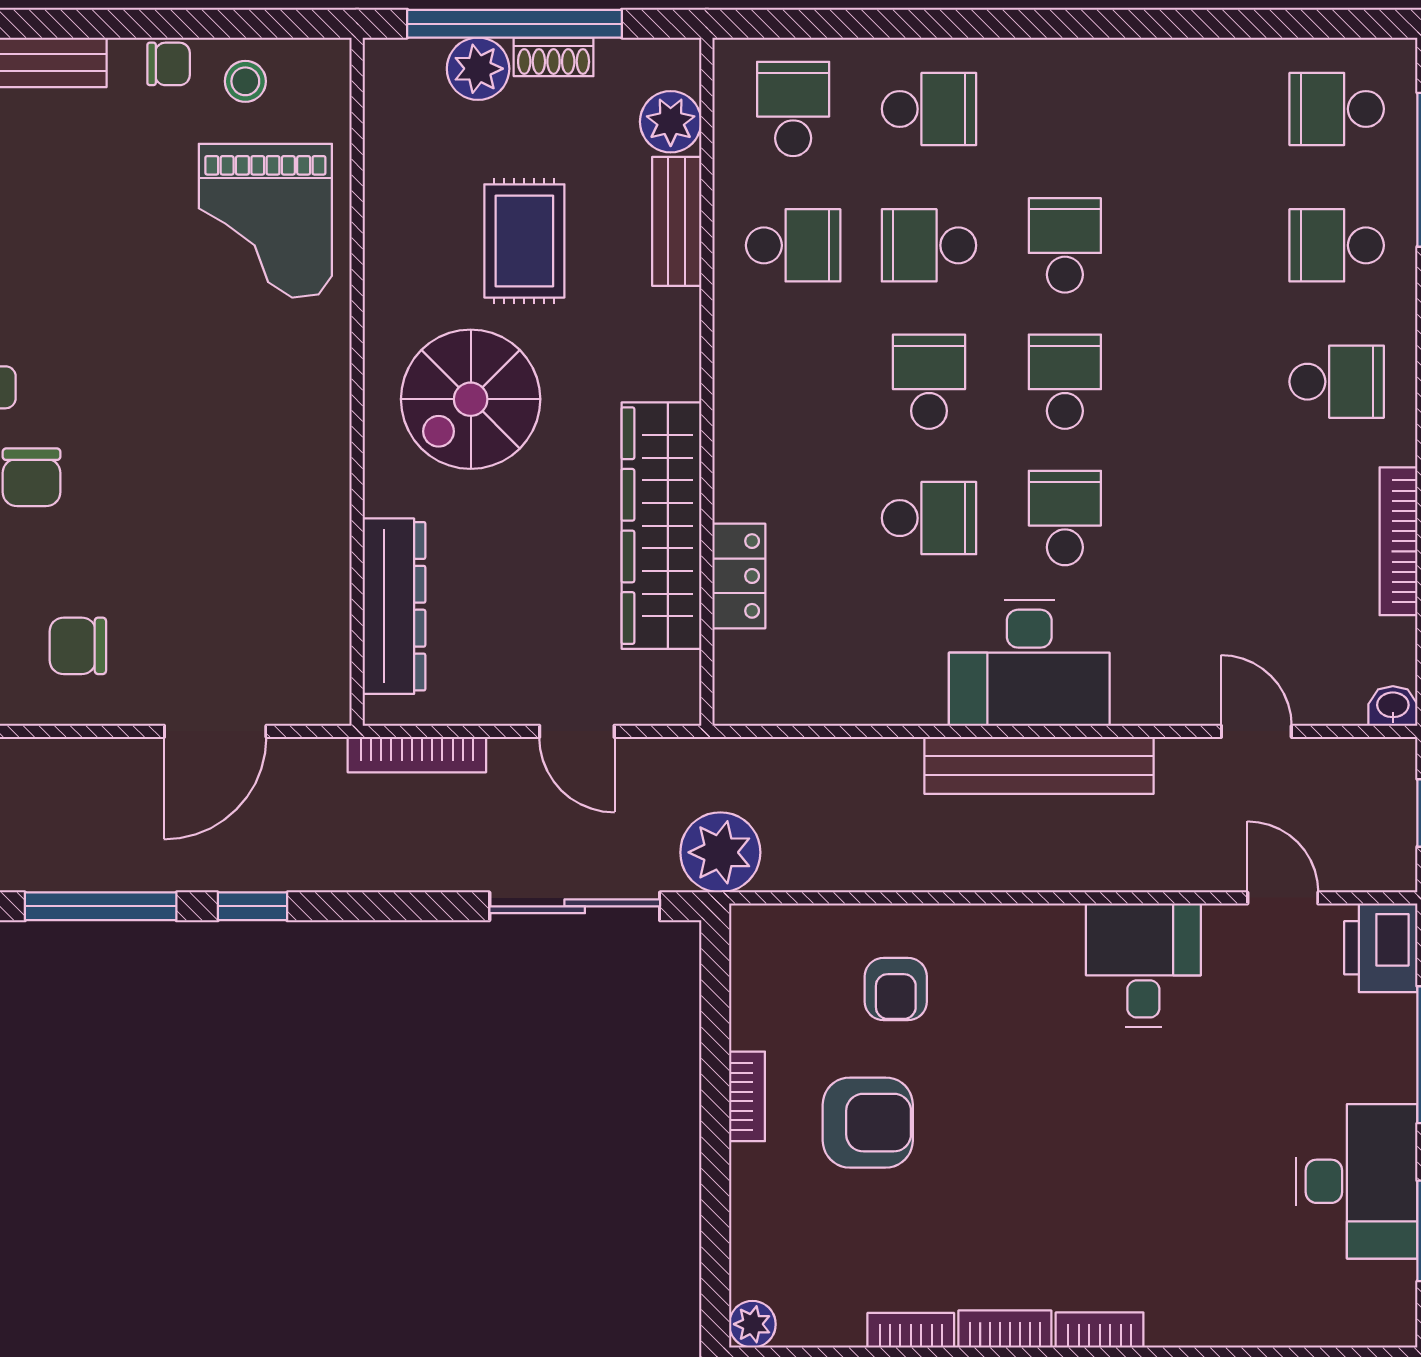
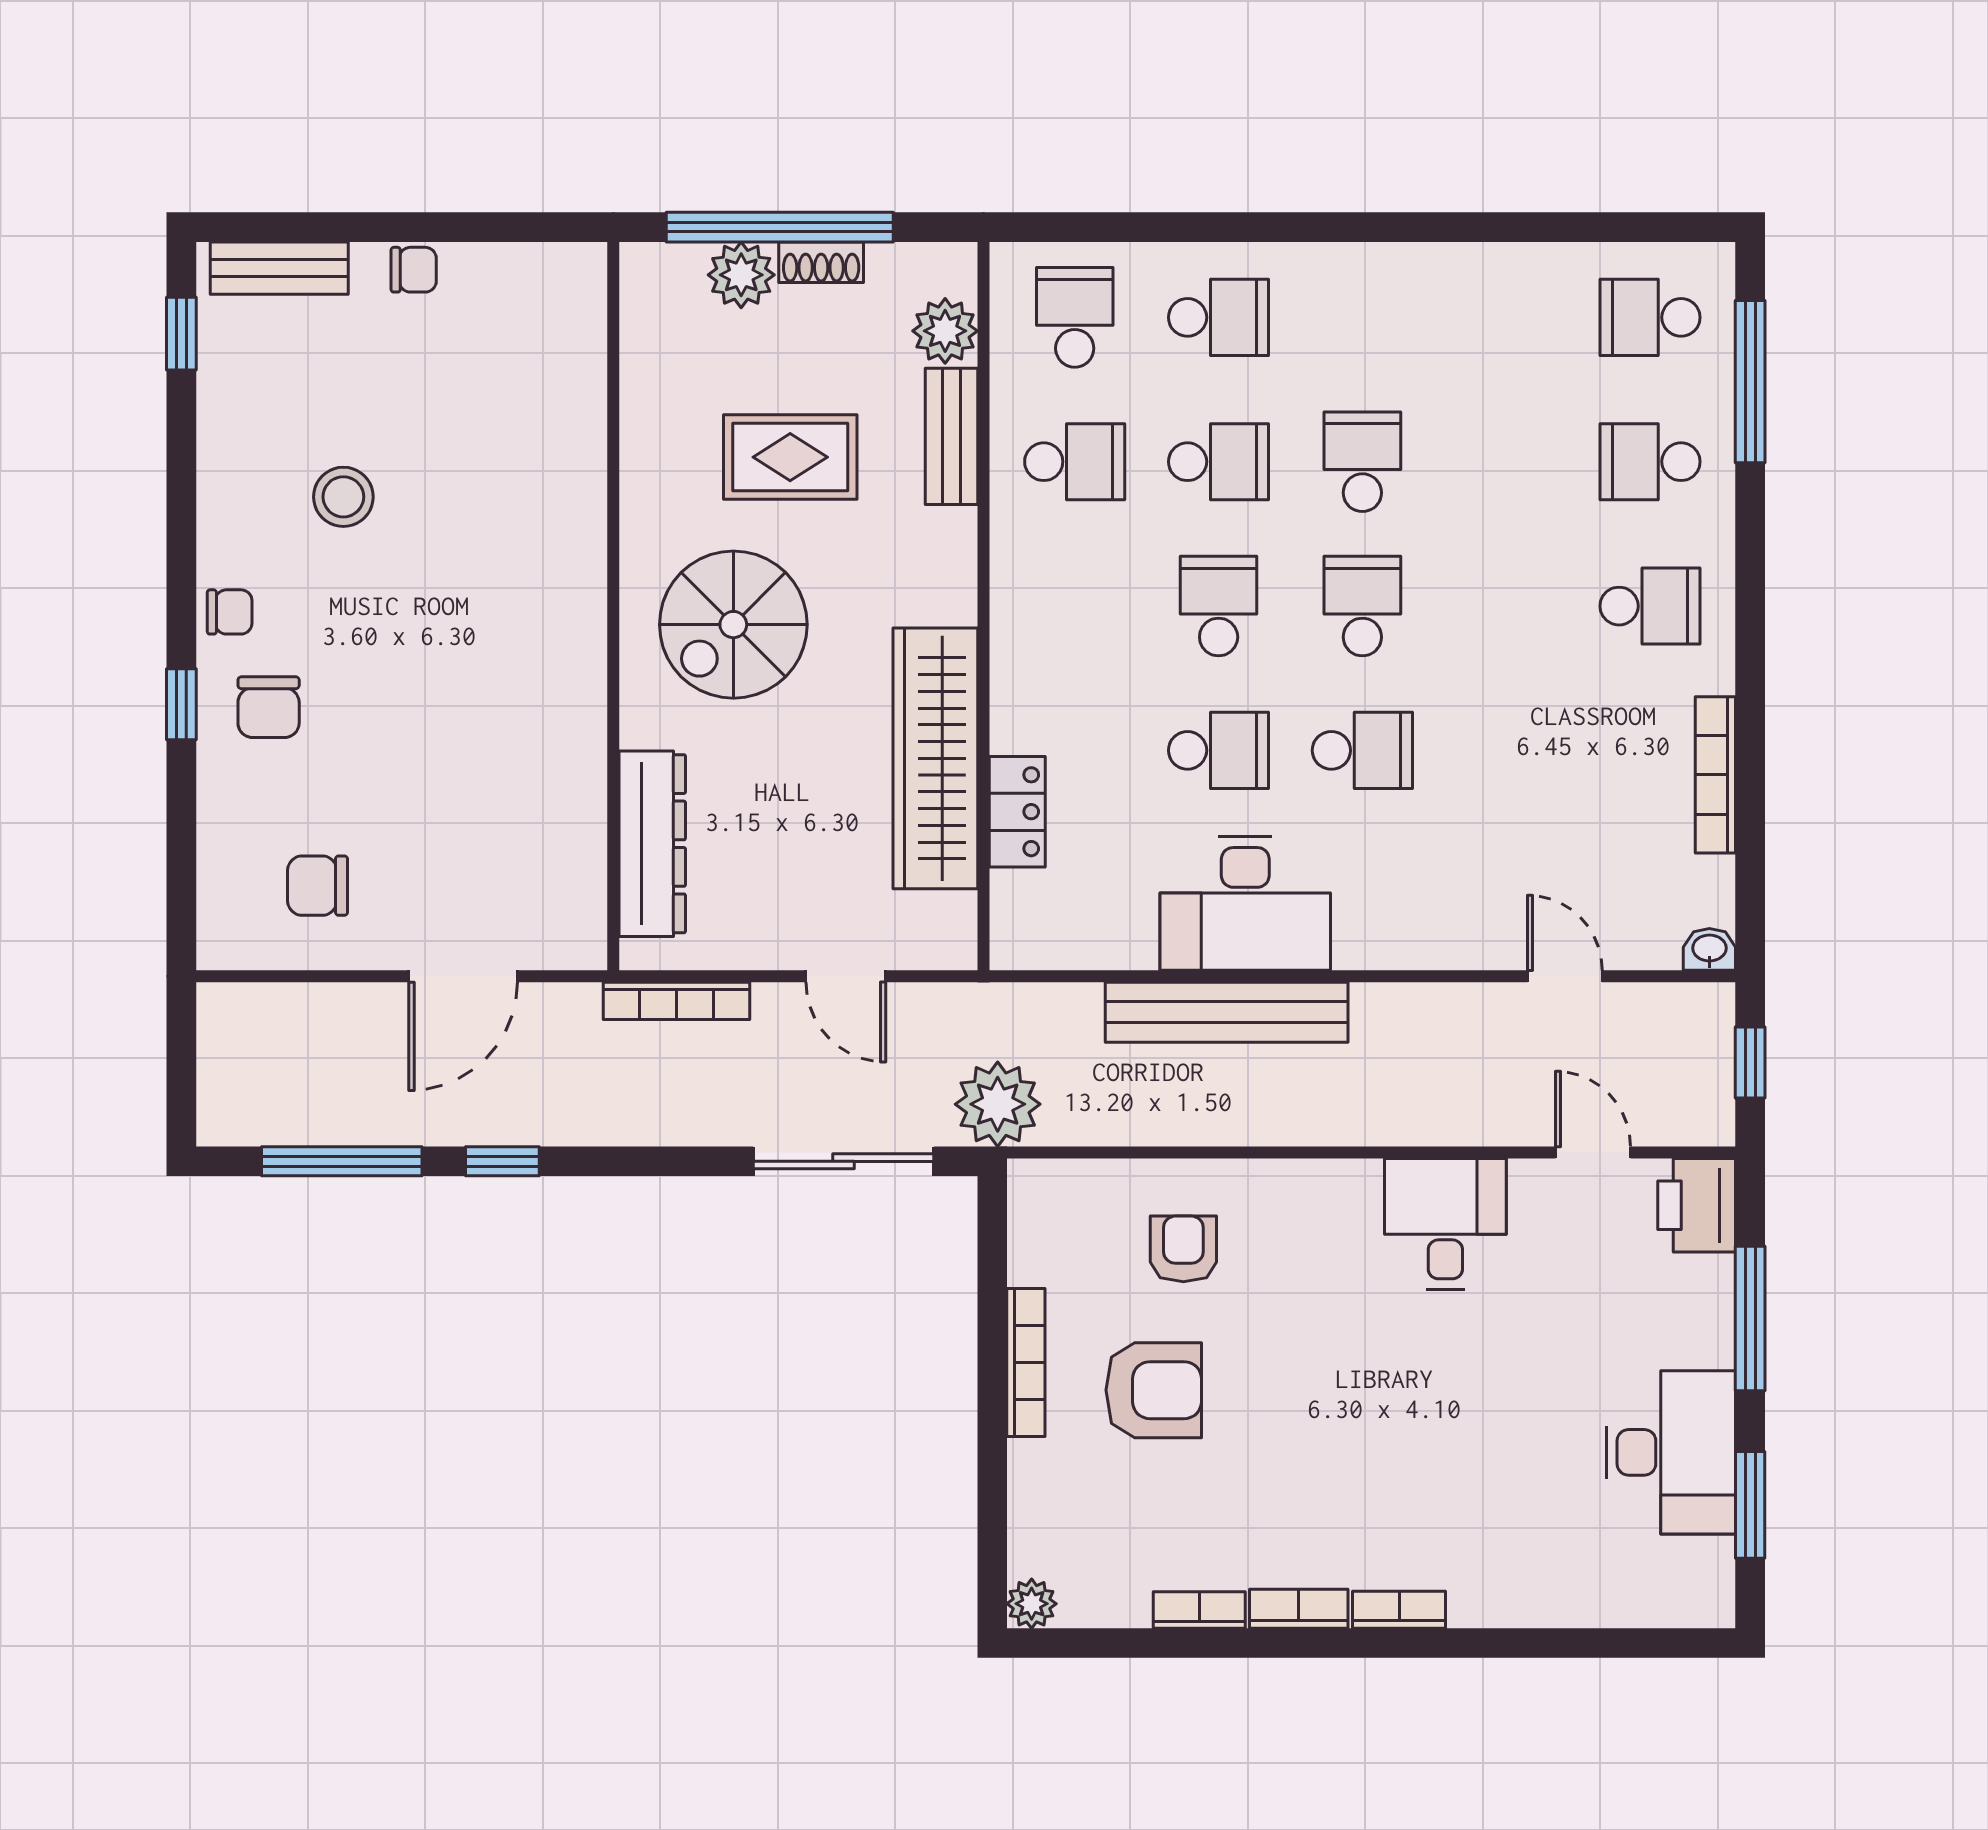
stool: (245, 81) -> (343, 497), moved, width x1.37, depth x1.37
grand piano: (265, 221) -> (516, 436), removed
rug: (524, 241) -> (790, 457), turned 90
school desk: (929, 245) -> (1219, 462), turned 180
school desk: (1065, 518) -> (1362, 750), turned 90
desk: (1029, 663) -> (1245, 904), moved
bench: (1039, 765) -> (1227, 1012), moved
armchair: (896, 989) -> (1183, 1249), turned 180
bookcase: (747, 1096) -> (1026, 1363), width x1.56

